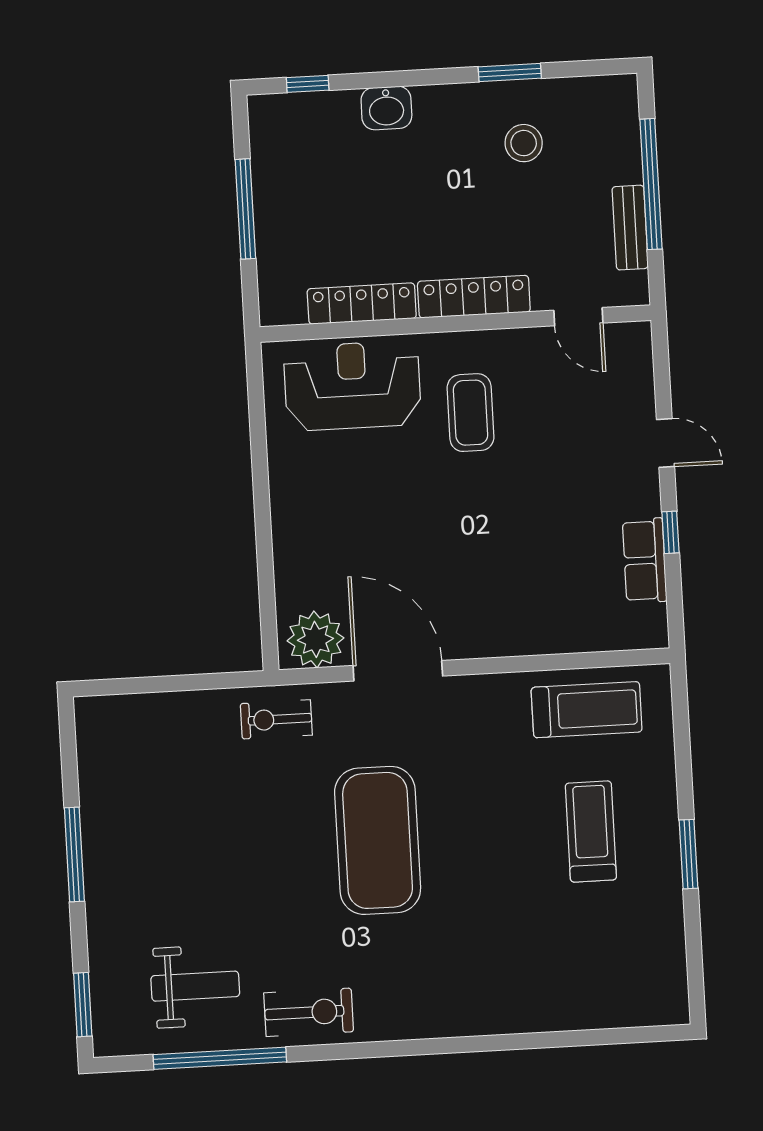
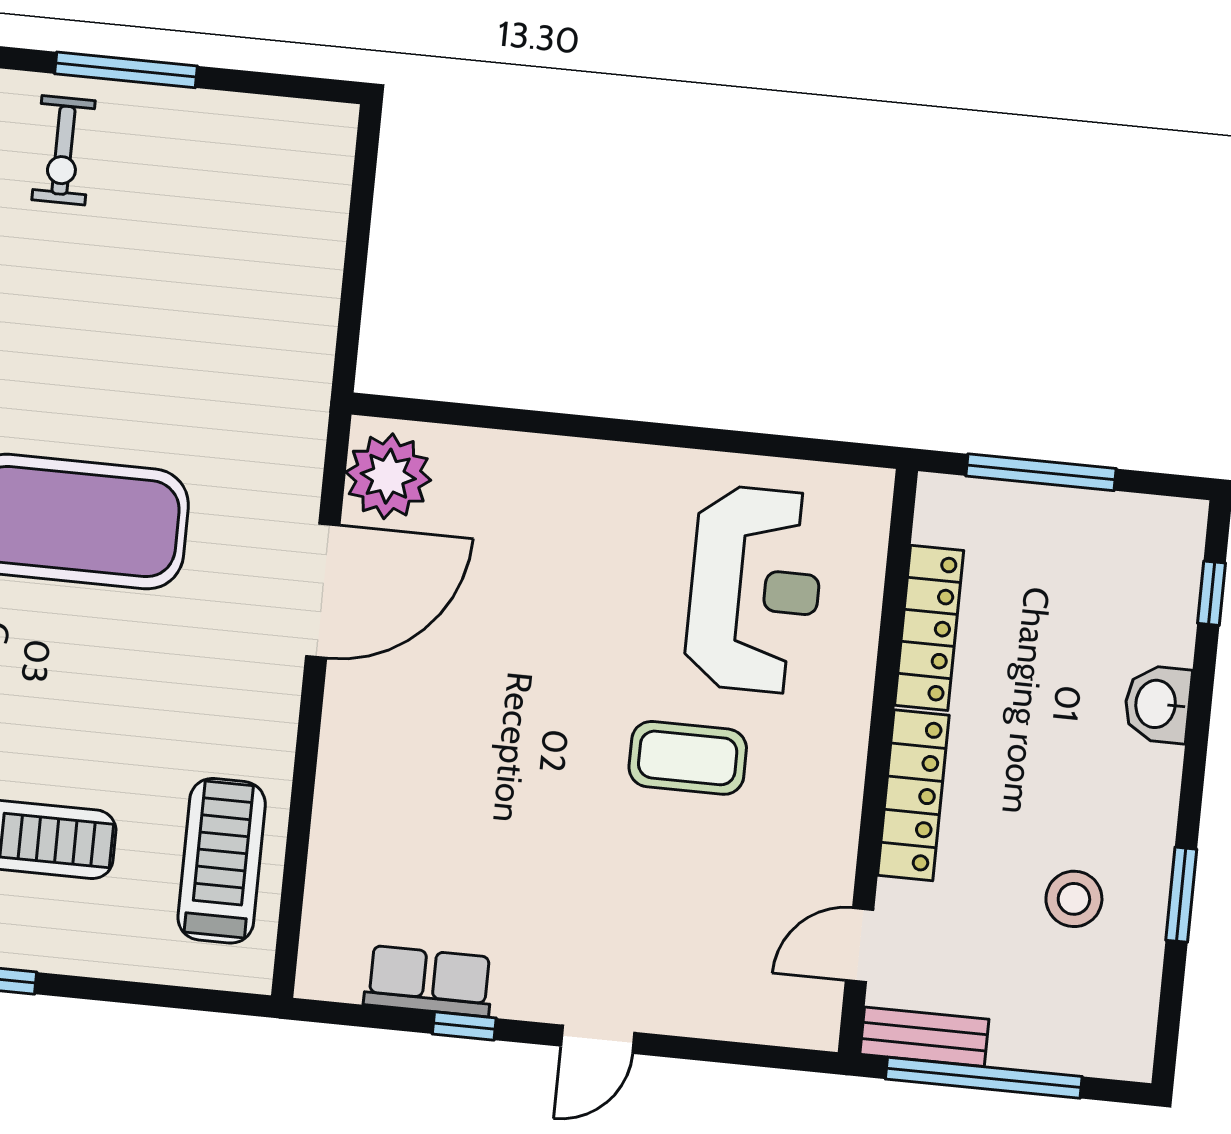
locker: (474, 297) -> (913, 795), moved
locker: (362, 304) -> (929, 628), moved
door: (578, 317) -> (860, 945), moved
wall: (455, 324) -> (878, 762), moved
treadmill: (587, 710) -> (222, 861), turned 180
exercise bike: (276, 719) -> (63, 150), moved, turned 180

